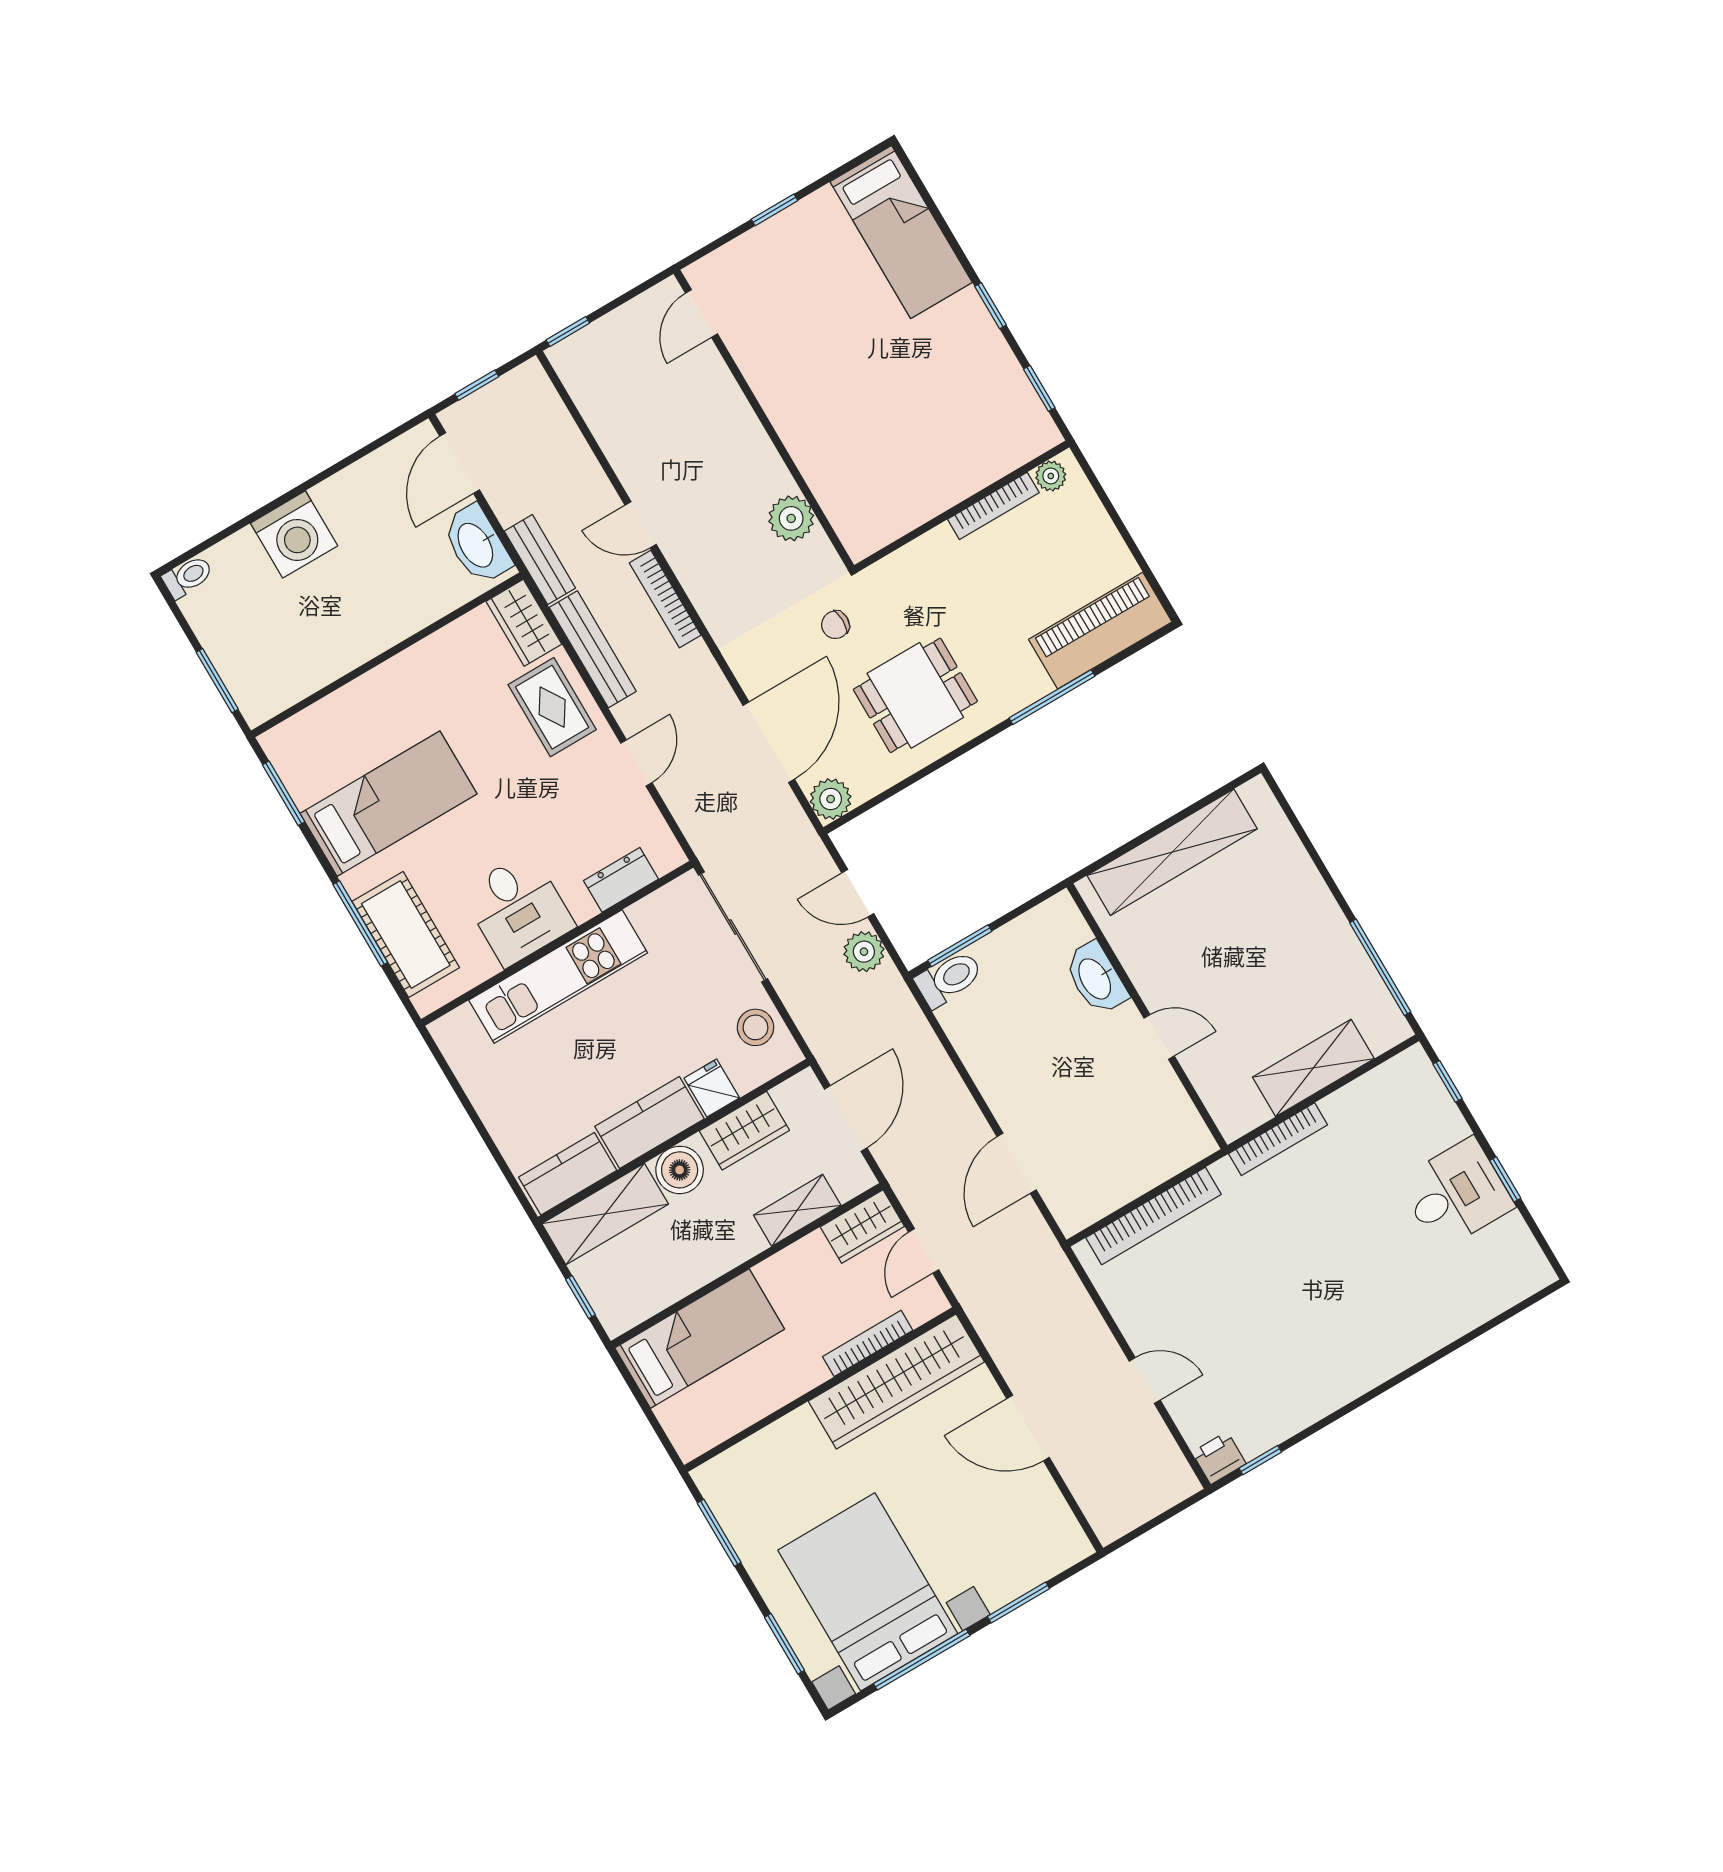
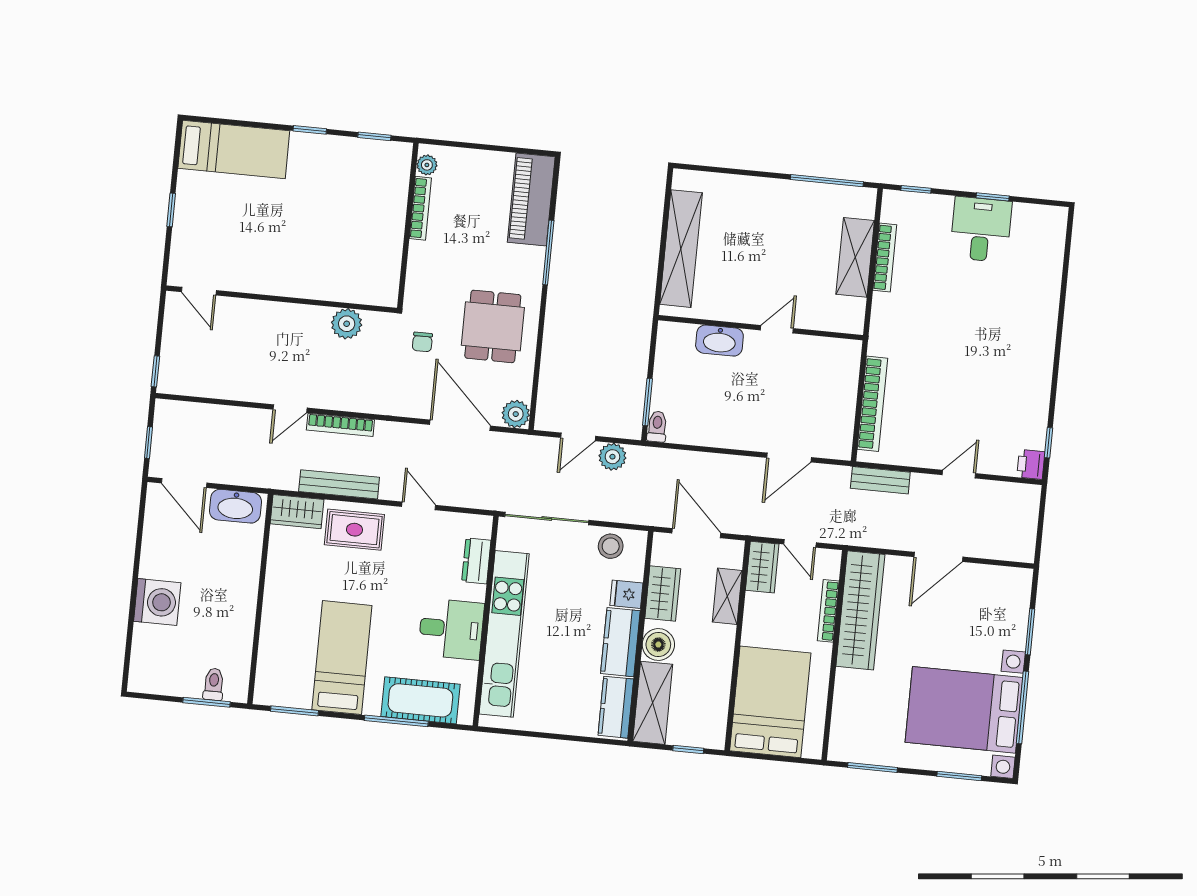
bench: (540, 560) -> (880, 480), moved
toilet: (188, 577) -> (214, 684), moved
kitchen unit: (558, 977) -> (504, 634), width x1.36
toilet: (949, 979) -> (657, 427), width x0.73, depth x0.72
bookcase: (1278, 1139) -> (885, 258), moved
door: (1017, 1163) -> (789, 458), hinge flipped
bed: (700, 1338) -> (770, 702), width x1.50

